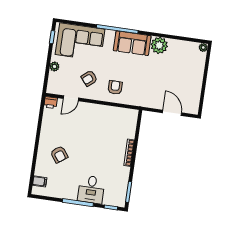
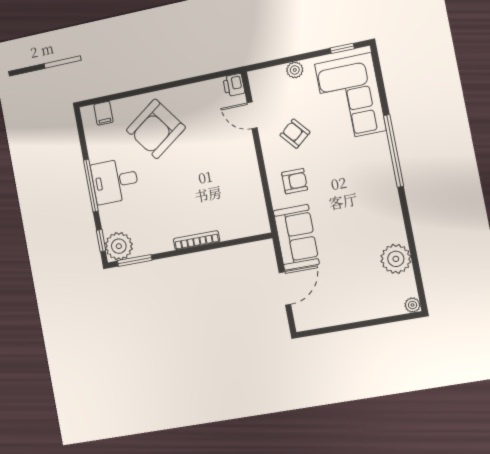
sofa: (132, 43) -> (296, 237), moved, turned 180
plant: (159, 45) -> (396, 259), moved
armchair: (59, 154) -> (156, 129), width x1.88, depth x1.88
desk: (91, 189) -> (115, 181), moved
plant: (118, 198) -> (119, 246), added

